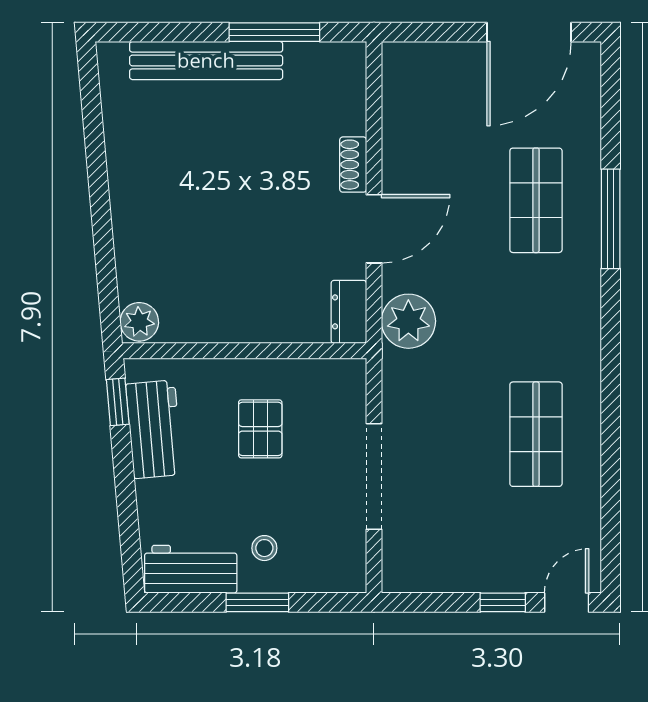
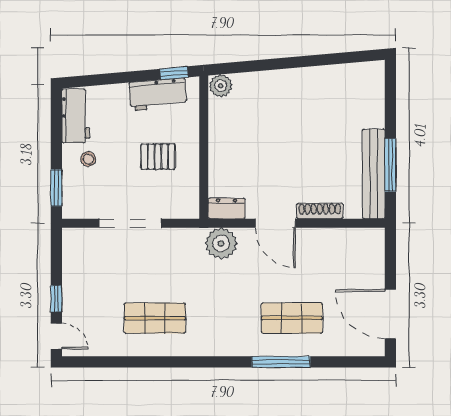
bench: (206, 60) -> (374, 174), moved
shoe rack: (353, 165) -> (320, 211), width x1.43
window: (257, 602) -> (56, 188), moved

